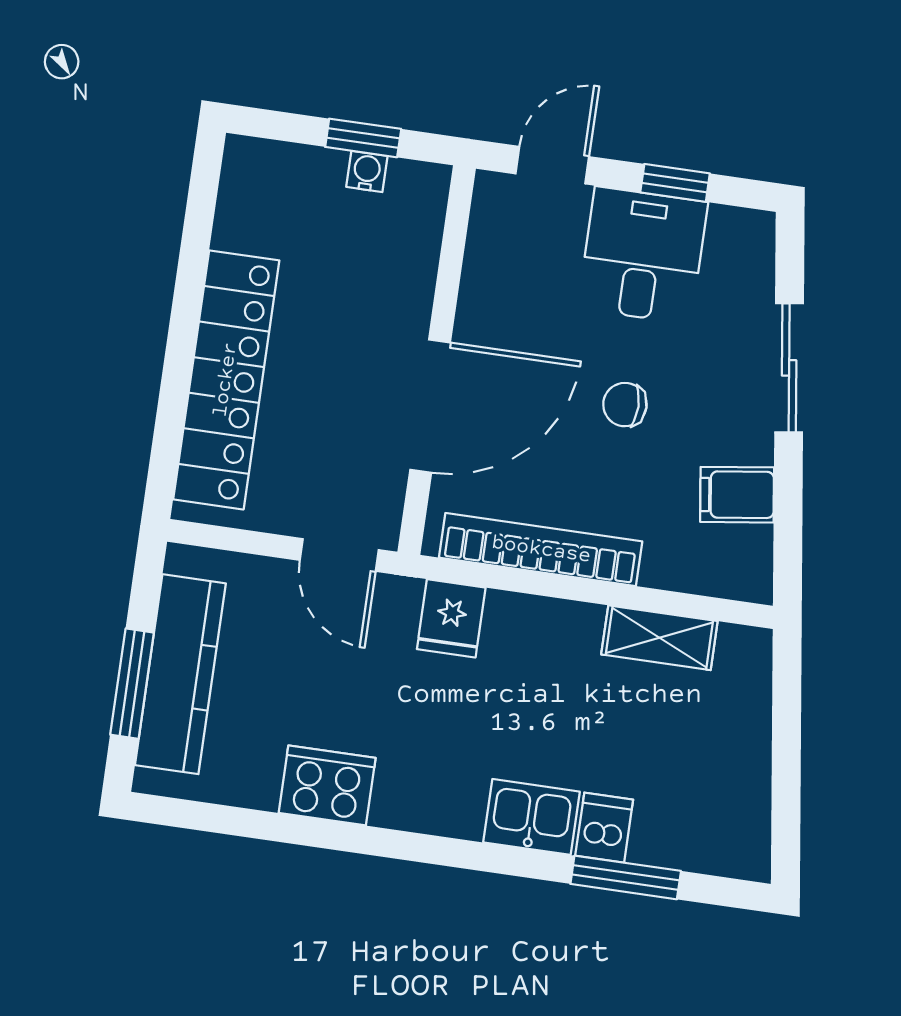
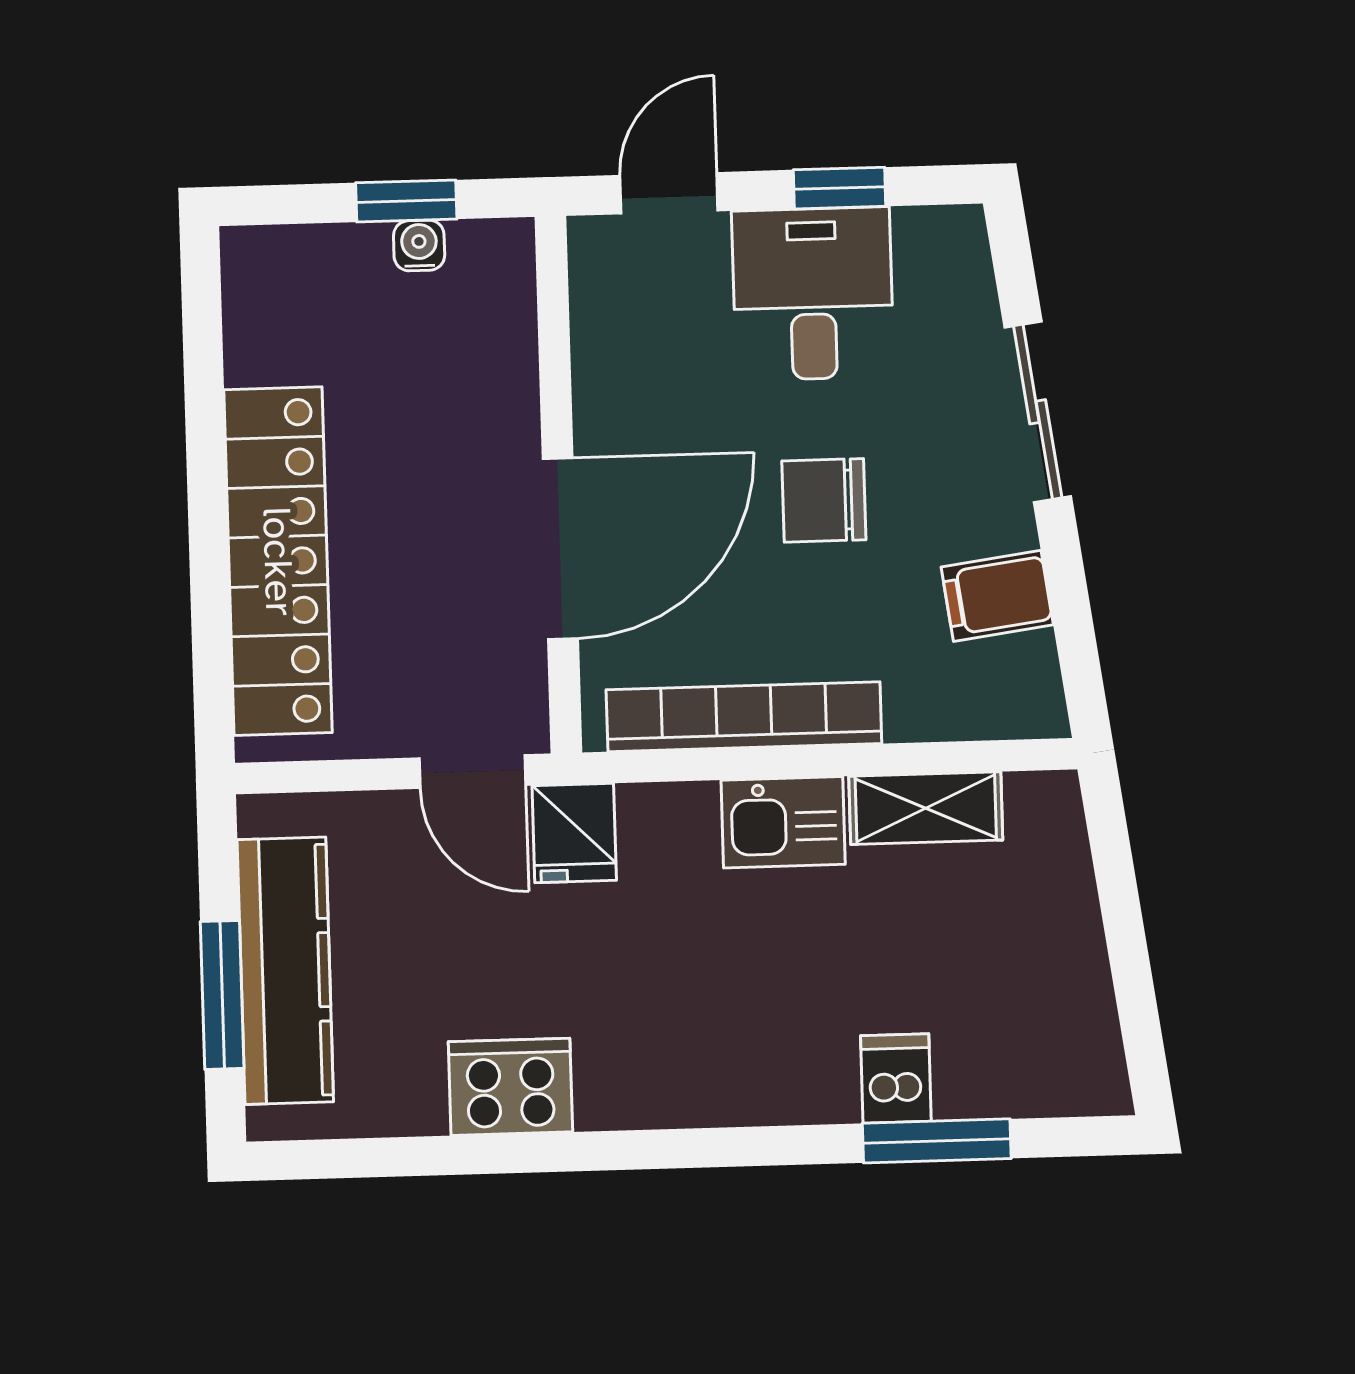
chair: (625, 405) -> (824, 500), width x1.37, depth x1.37
fridge: (451, 618) -> (574, 833), moved
kitchen sink: (531, 817) -> (783, 822), moved, turned 180

